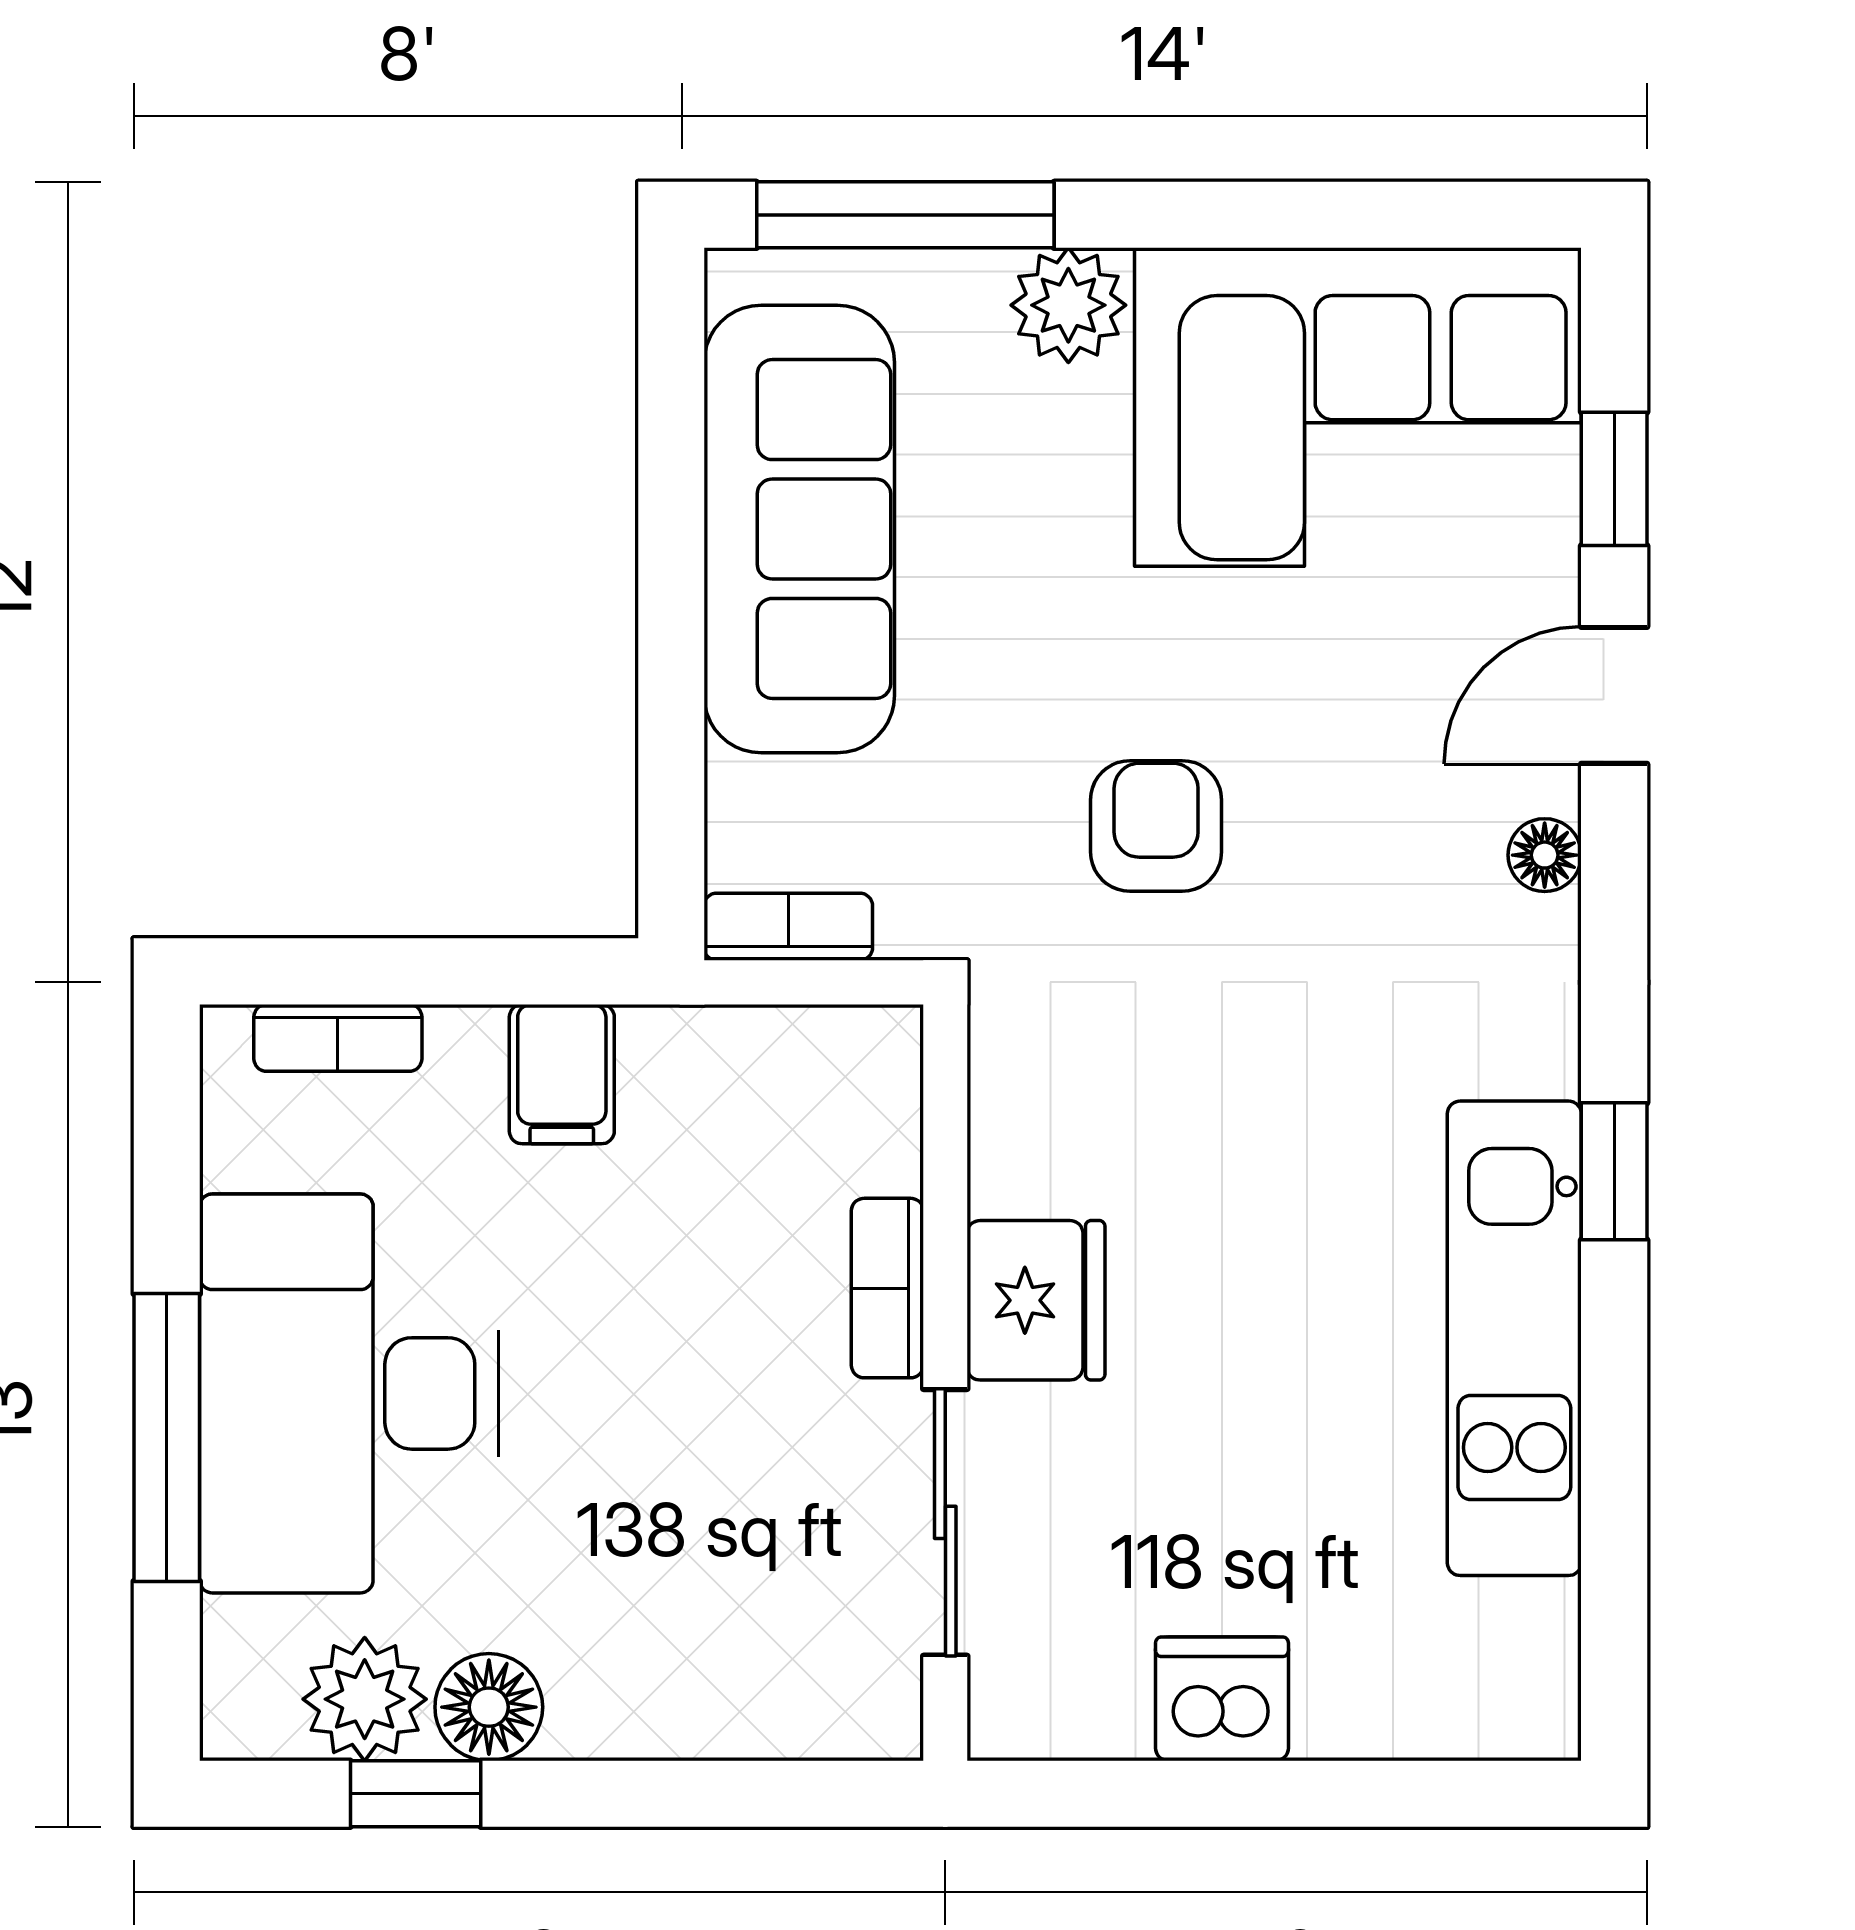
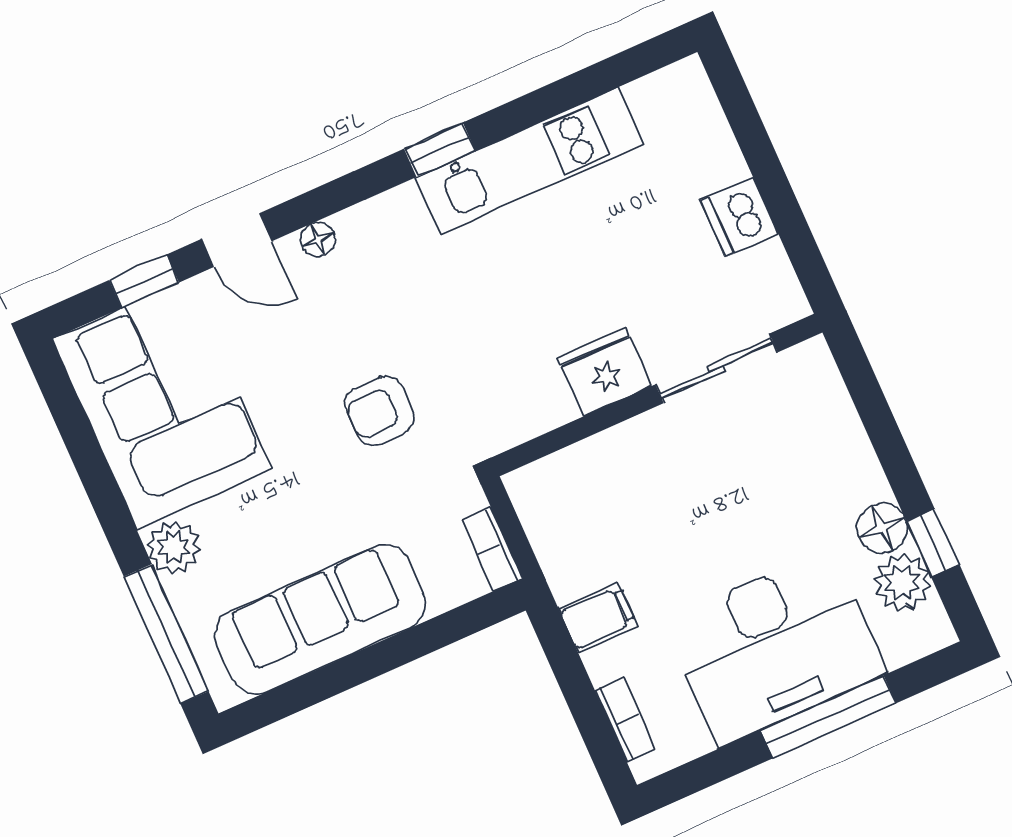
bookcase: (887, 1288) -> (627, 438), removed

